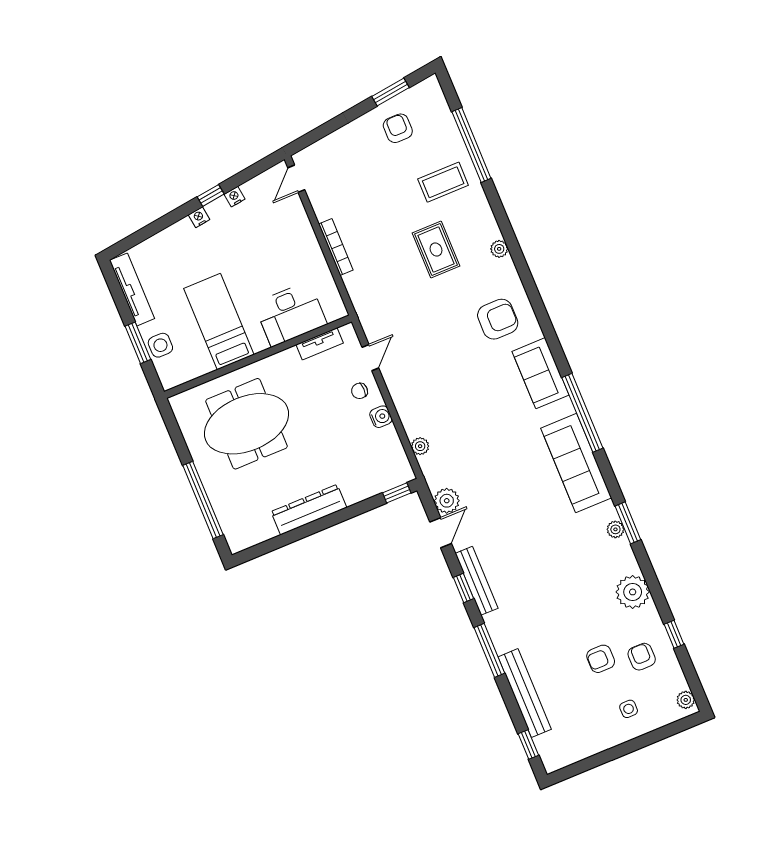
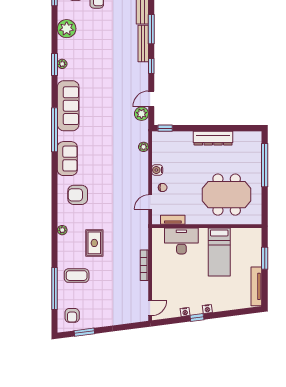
armchair: (398, 128) -> (72, 315), moved
side table: (160, 345) -> (254, 252), removed
bench: (477, 581) -> (143, 43), moved

